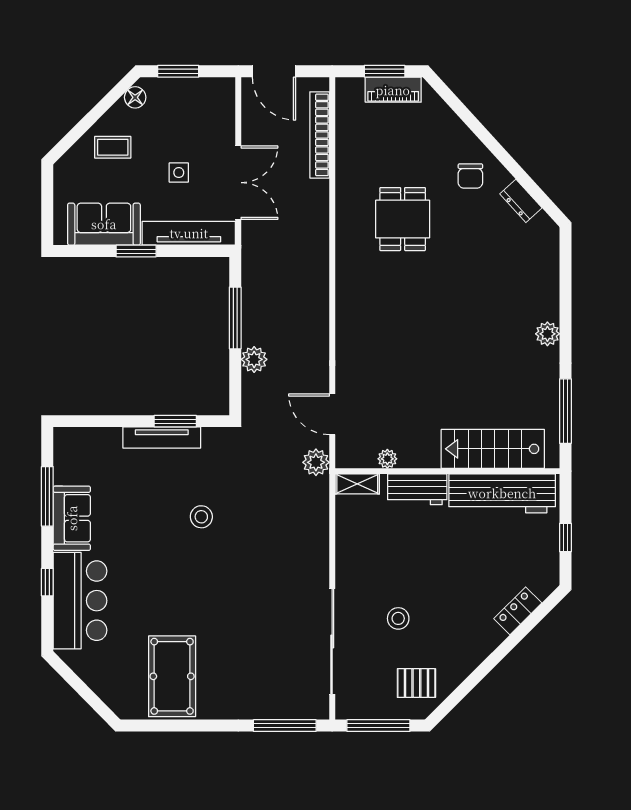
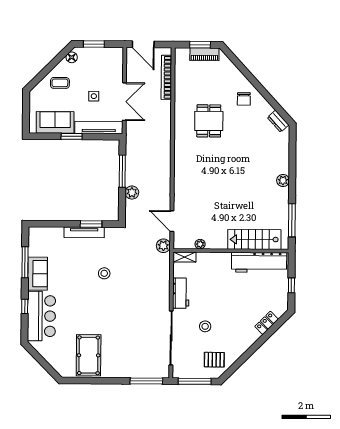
dresser: (521, 201) -> (278, 121), moved
workbench: (417, 489) -> (181, 293), moved, turned -90

